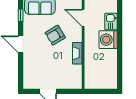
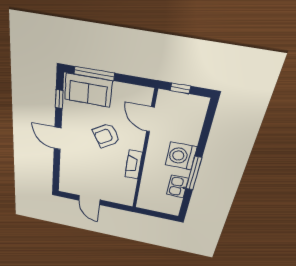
kitchen sink: (111, 21) -> (177, 186), moved
window: (120, 51) -> (194, 173), added

